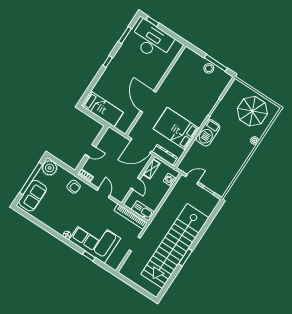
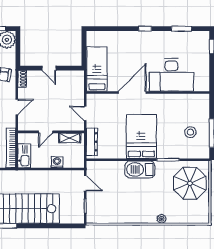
desk: (152, 40) -> (171, 75), moved, turned 90
stool: (209, 68) -> (190, 132), moved
bed: (102, 109) -> (97, 69), moved, turned 180
parasol: (252, 111) -> (190, 183), moved
bed: (176, 129) -> (141, 136), moved
door: (141, 146) -> (85, 113), width x0.53
washing machine: (170, 180) -> (57, 162), moved

